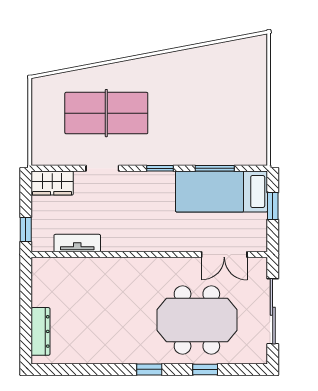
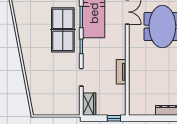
table tennis table: (106, 113) -> (63, 30), moved
tv unit: (77, 243) -> (121, 72), moved

